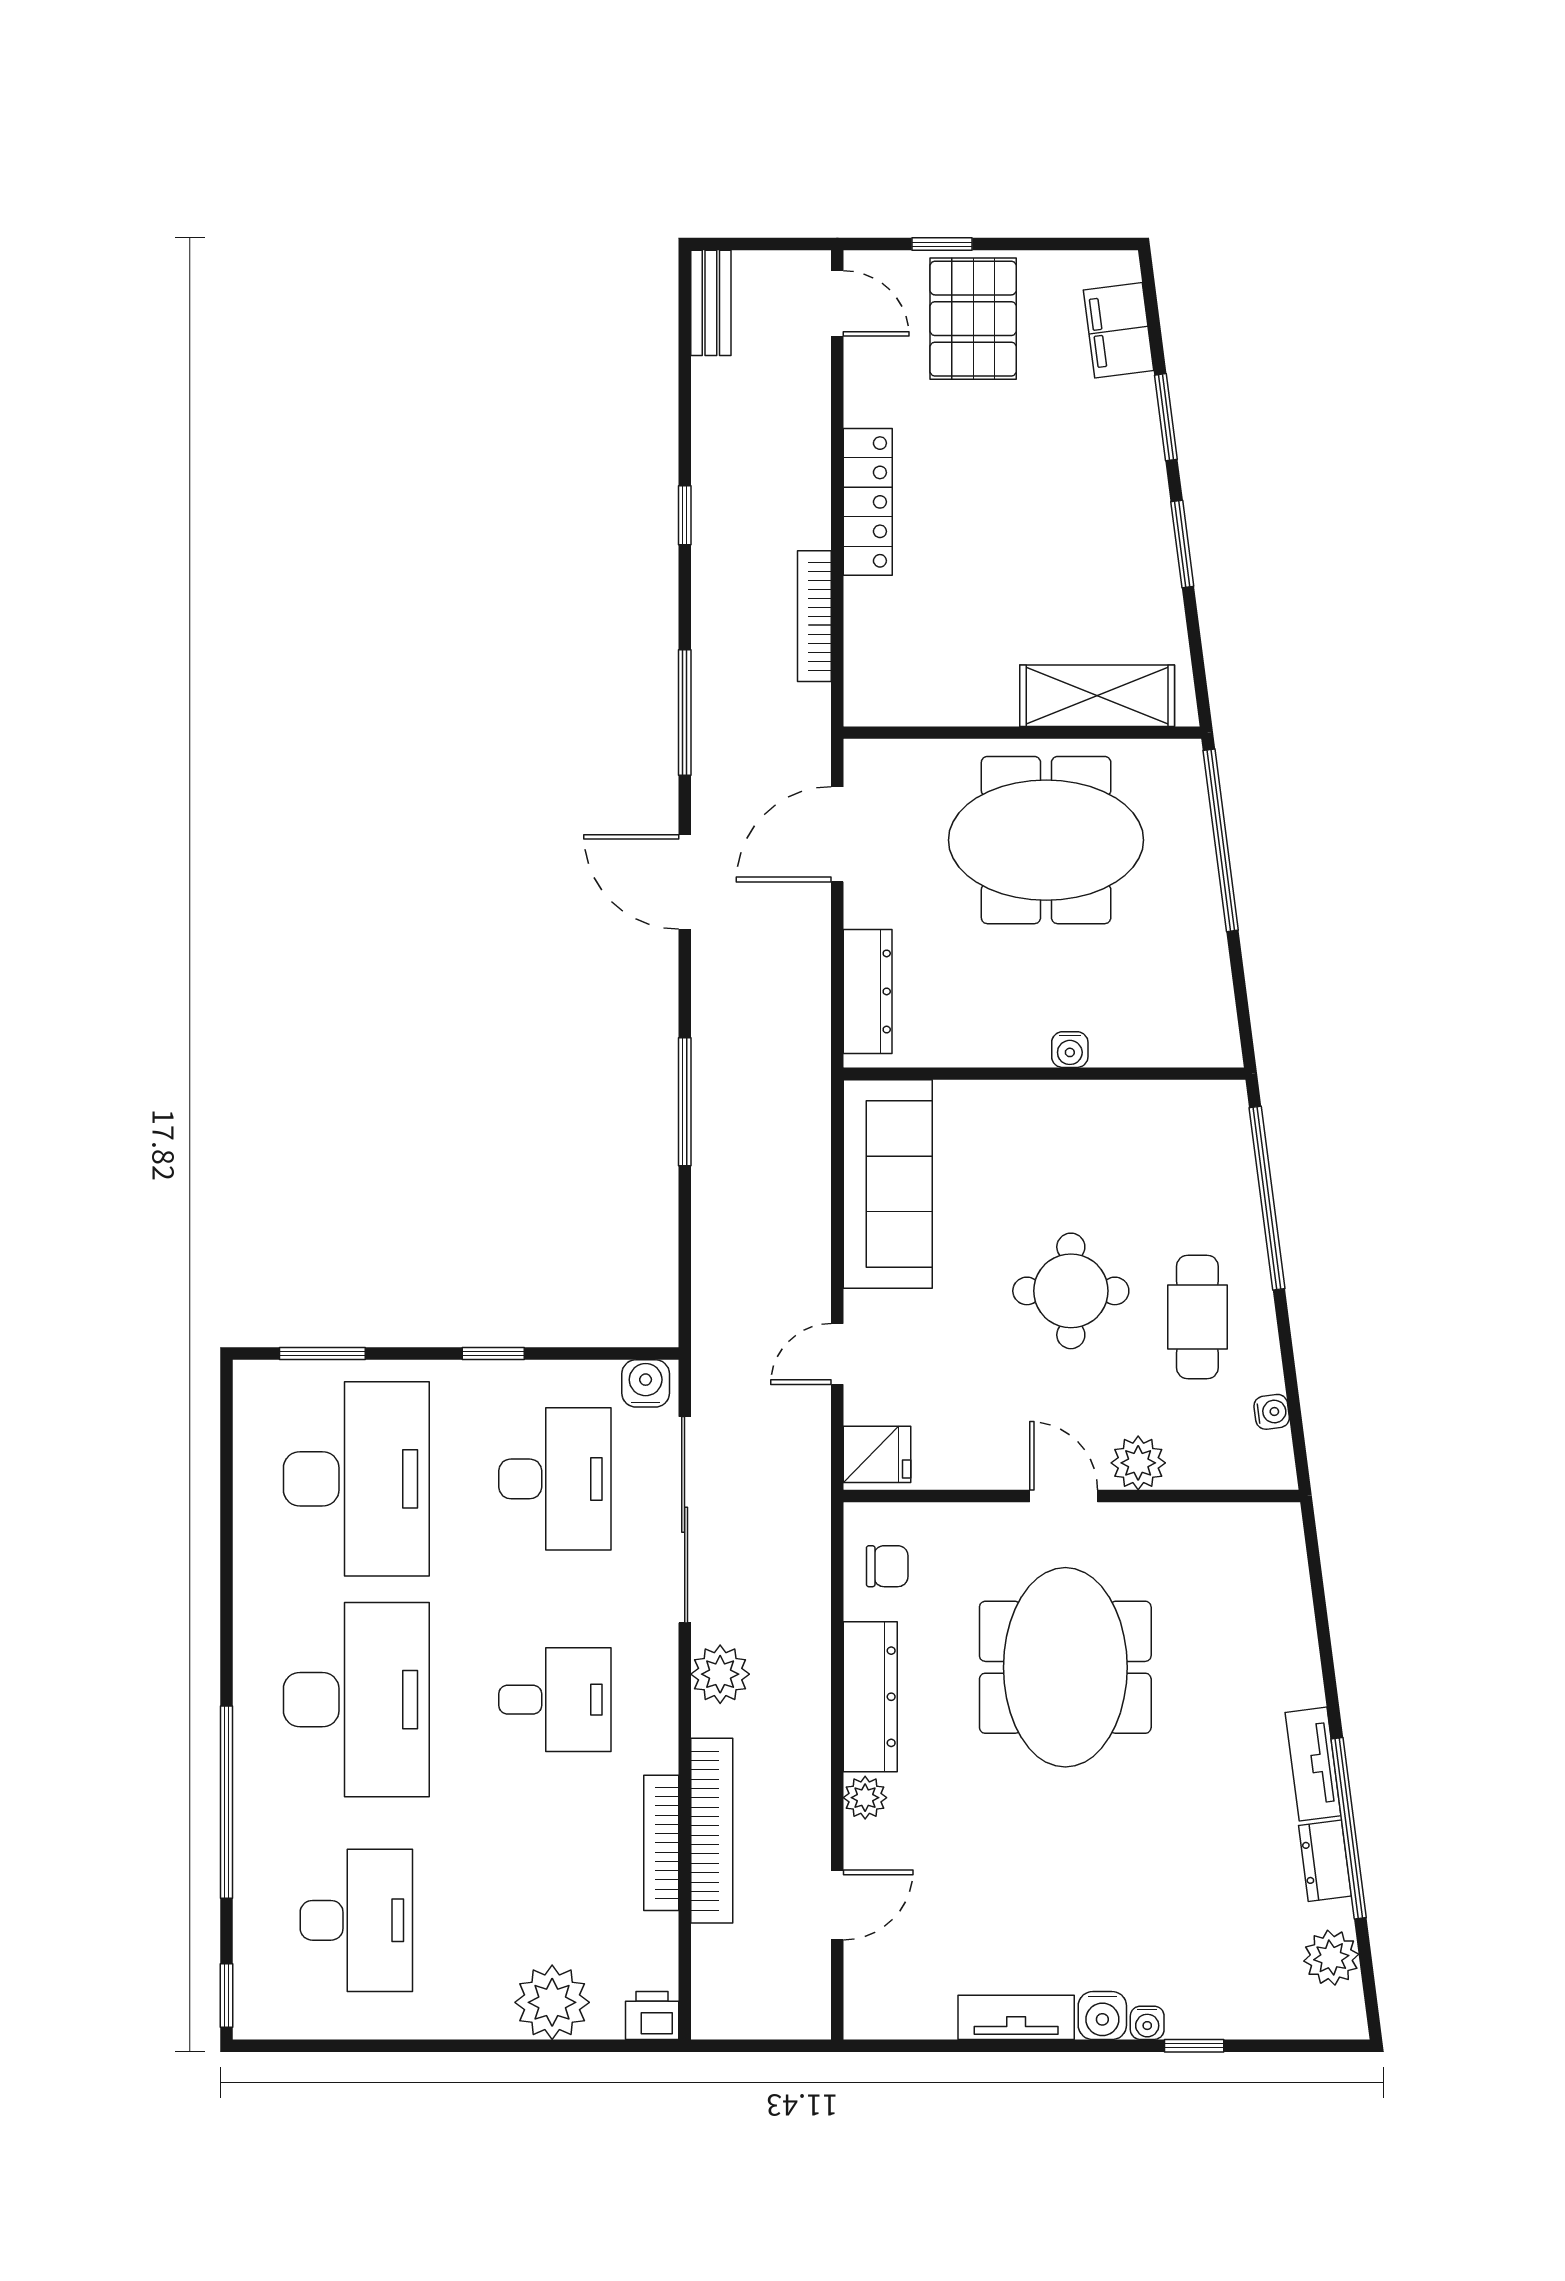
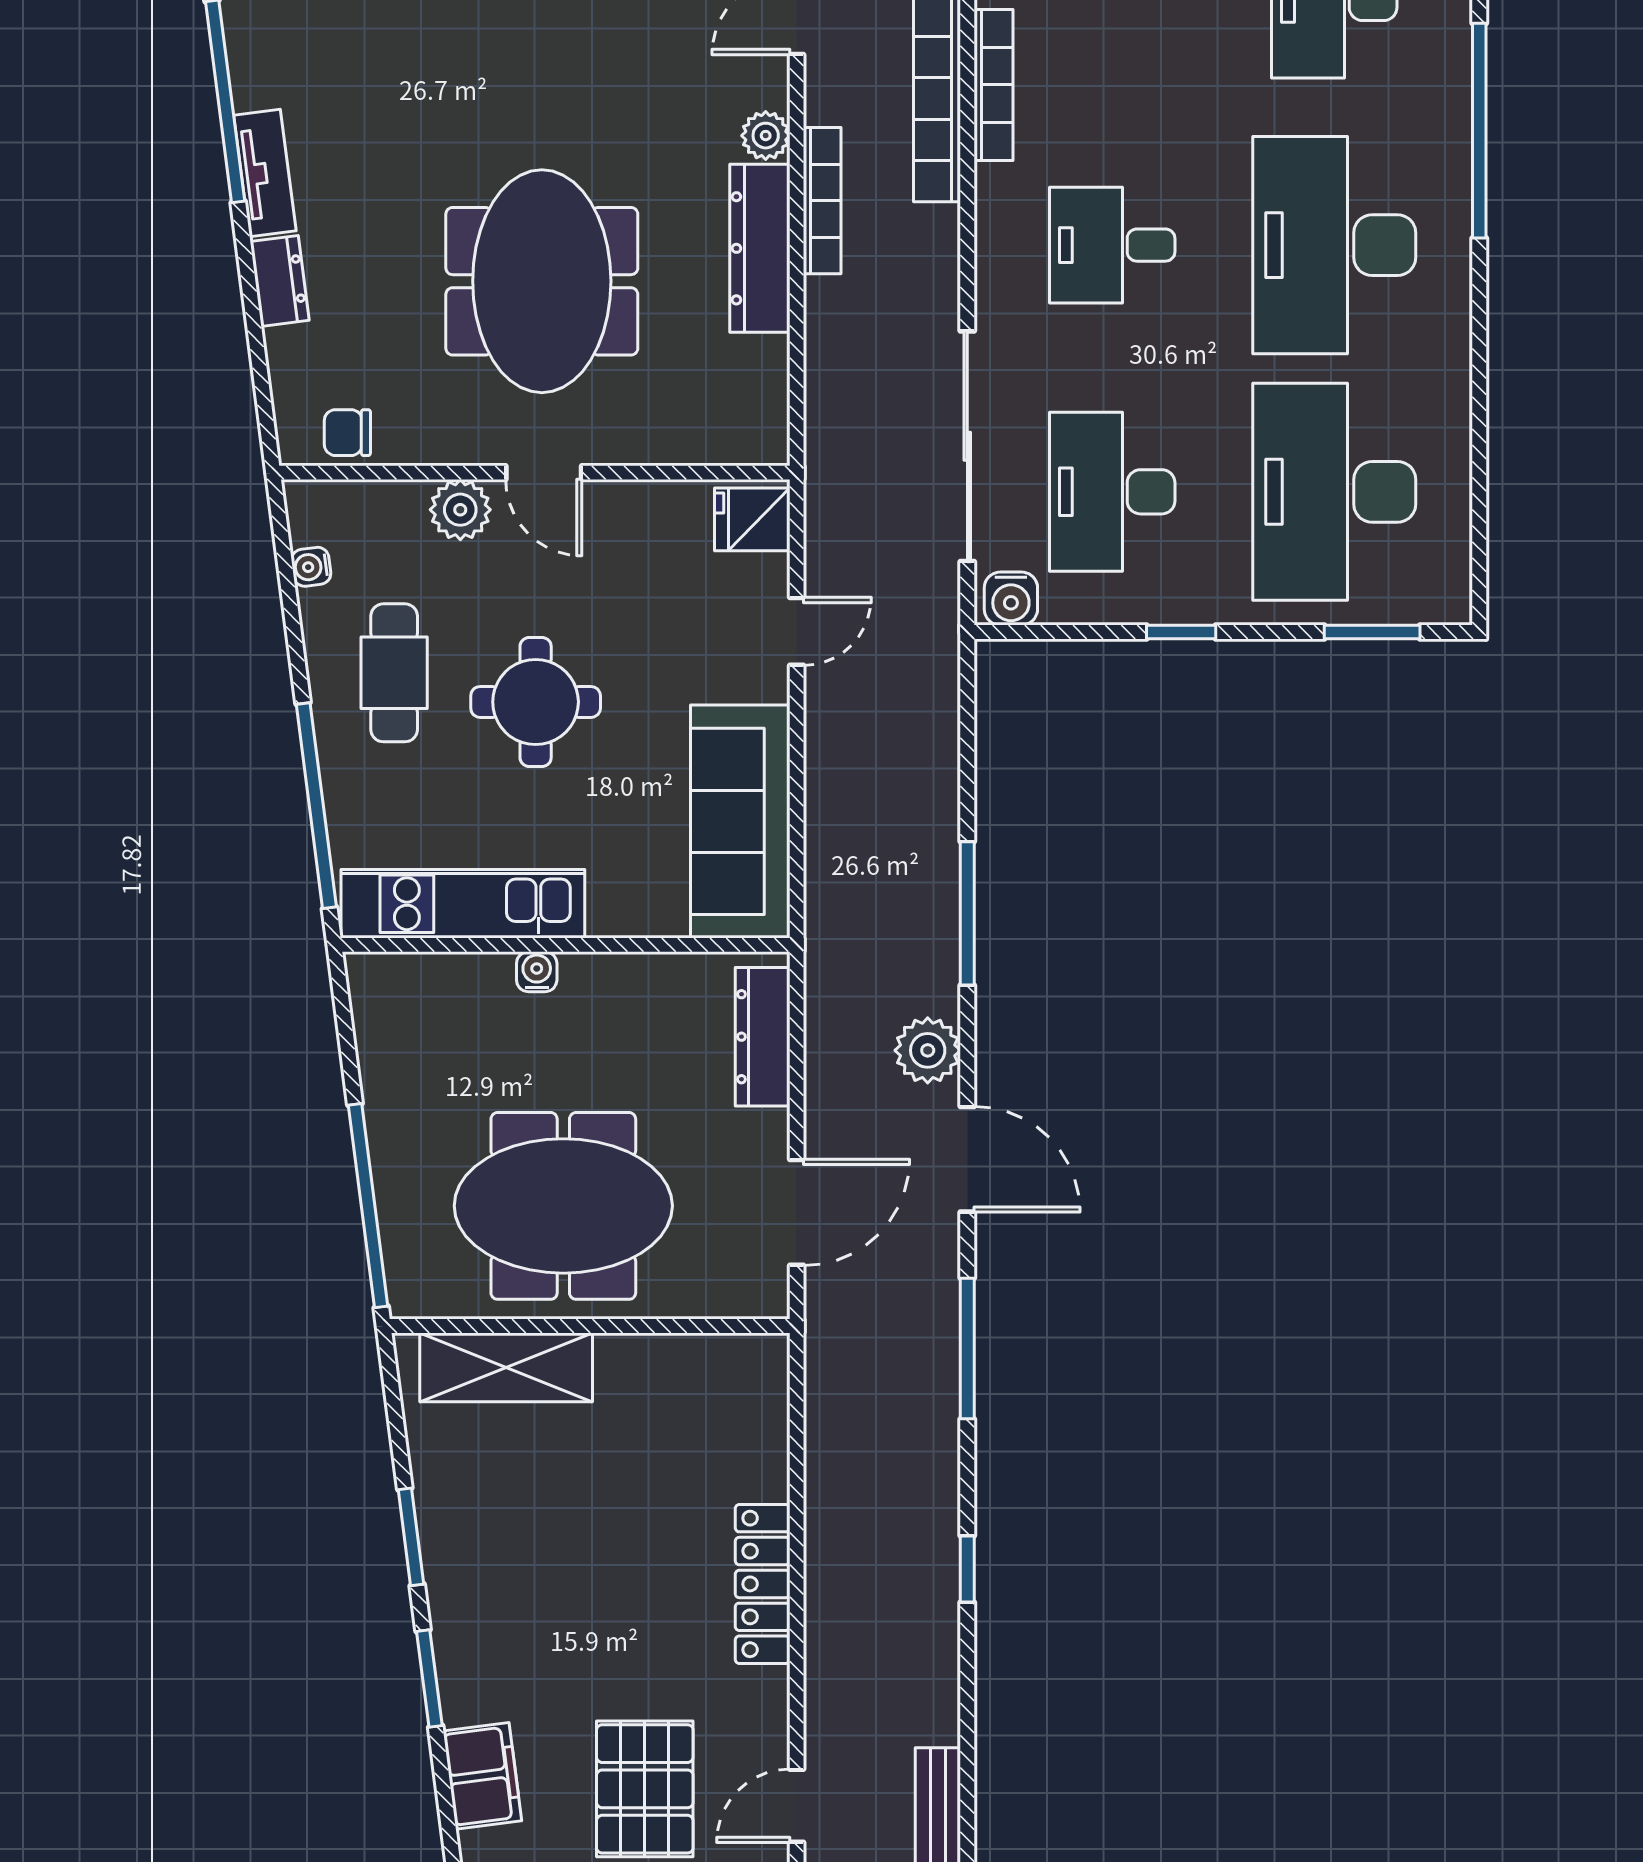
door: (837, 303) -> (797, 1806), hinge flipped
bookcase: (814, 616) -> (822, 201), moved
kitchen unit: (1136, 1110) -> (463, 904), added
chair: (887, 1566) -> (347, 433), moved
plant: (720, 1674) -> (928, 1050), moved
dresser: (1325, 1861) -> (280, 281), moved

